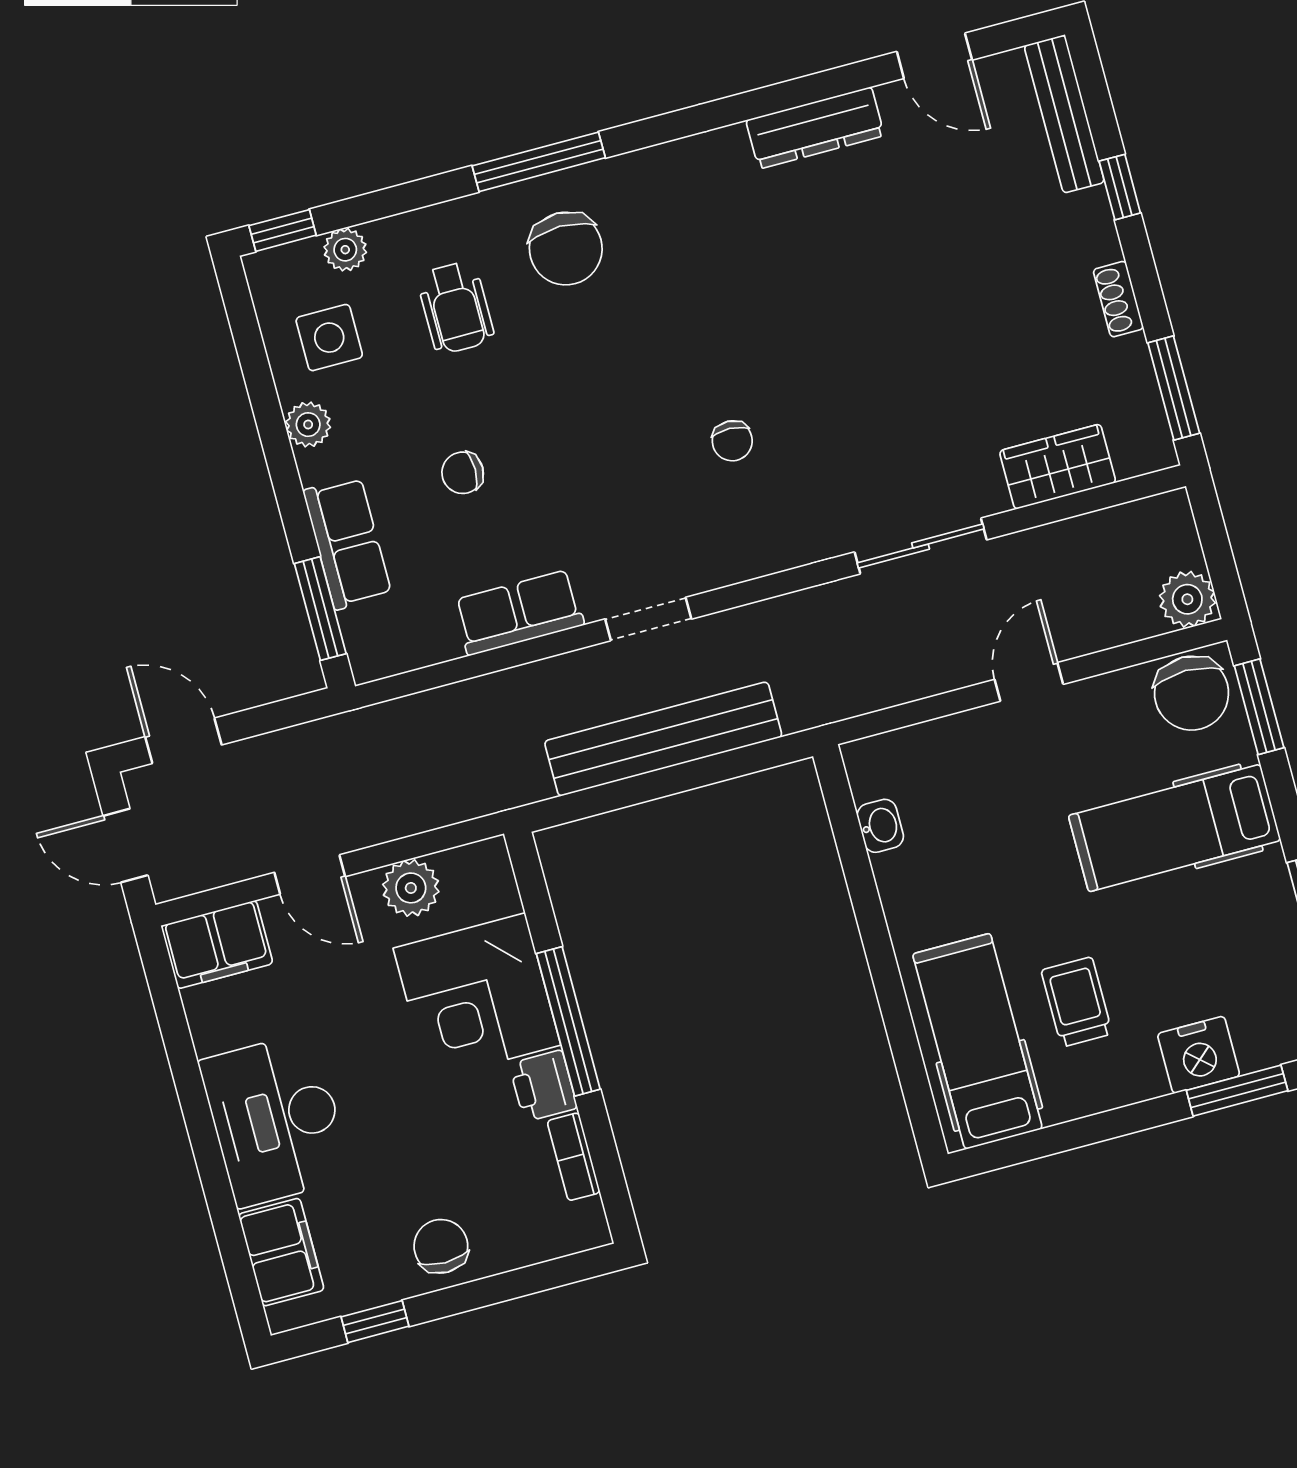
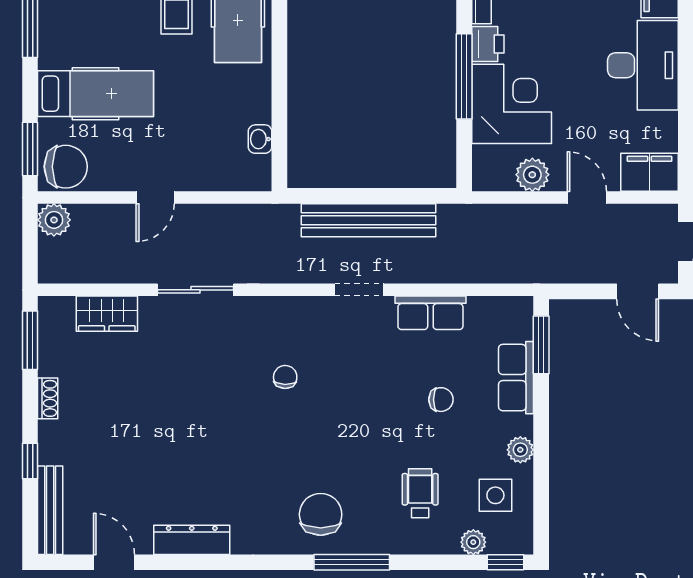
chair: (566, 249) -> (321, 514), moved
chair: (1192, 693) -> (66, 167), turned 90

